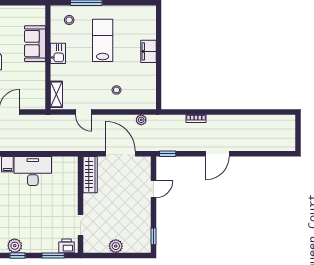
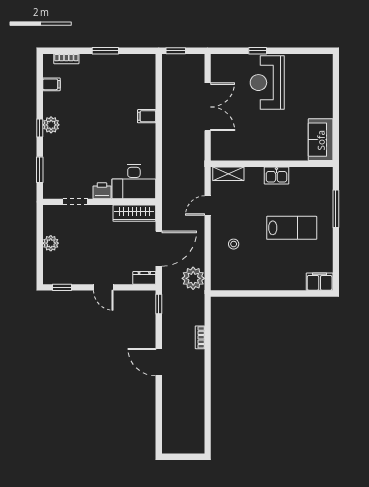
stool: (69, 20) -> (316, 189), removed
sofa: (35, 44) -> (321, 140), moved, turned -90
filing cabinet: (149, 51) -> (320, 282), moved
plant: (141, 120) -> (193, 278), width x1.87, depth x1.87
dresser: (145, 166) -> (144, 278), added
desk: (33, 171) -> (134, 182), moved, turned 90
door: (153, 189) -> (103, 287), moved
printer: (66, 246) -> (102, 191), moved, turned -90

